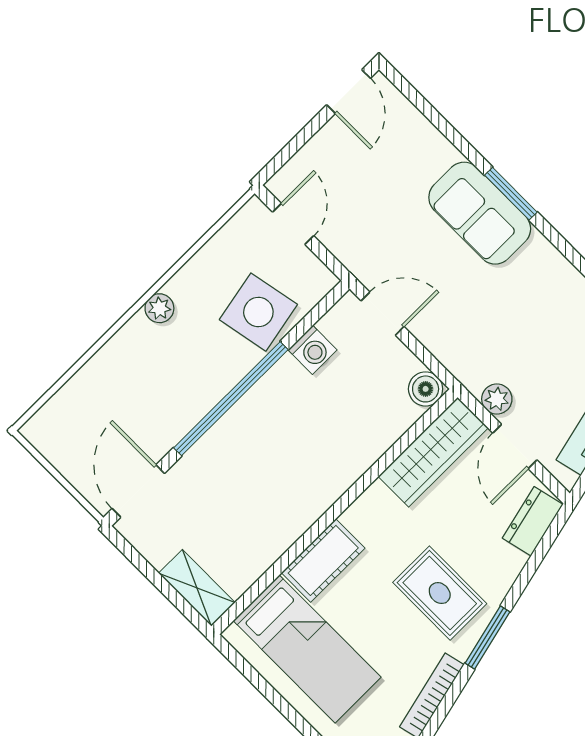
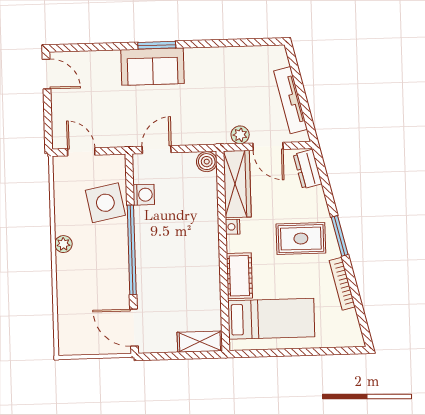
nightstand: (375, 496) -> (233, 227), added

